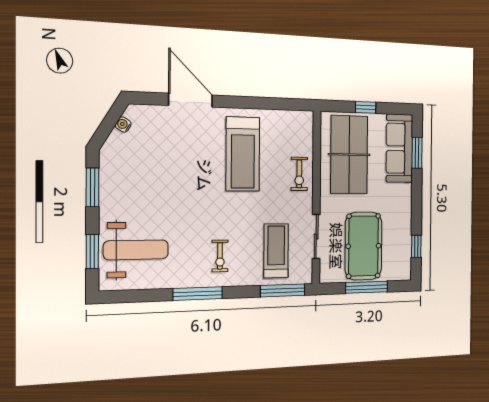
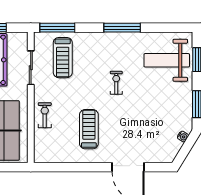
water cooler: (123, 125) -> (183, 137), moved
treadmill: (243, 154) -> (89, 129), width x0.73, depth x0.73
exercise bike: (220, 256) -> (116, 83), moved

